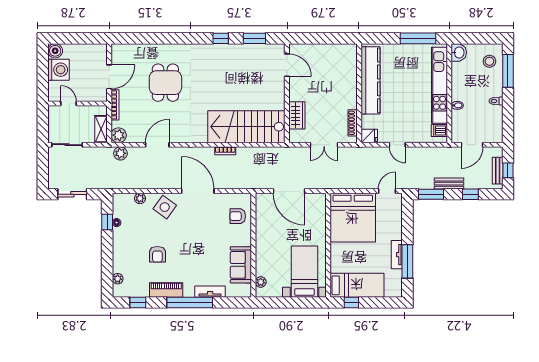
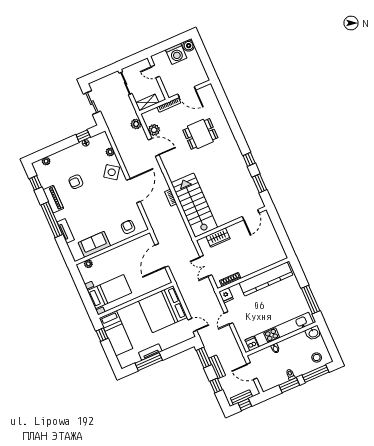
door: (69, 103) -> (155, 72), swing flipped
window: (508, 108) -> (289, 385), added
plant: (119, 135) -> (154, 130), moved

